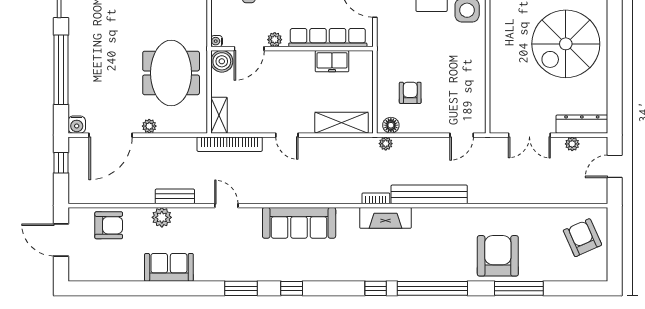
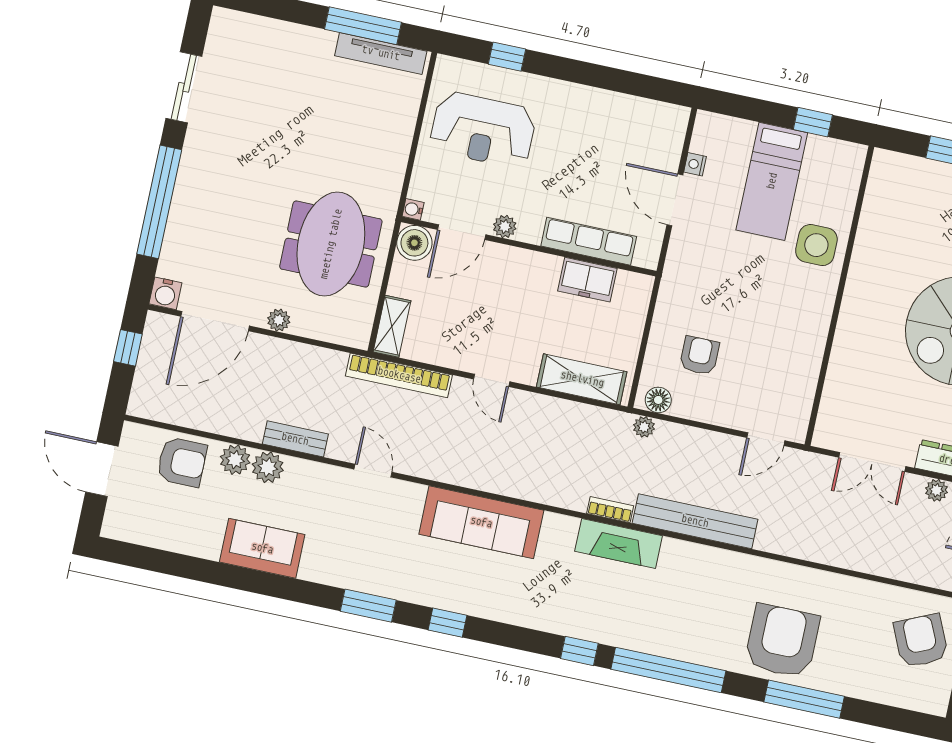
row of seats: (328, 38) -> (589, 241), width x0.73
plant: (141, 217) -> (235, 460), added

